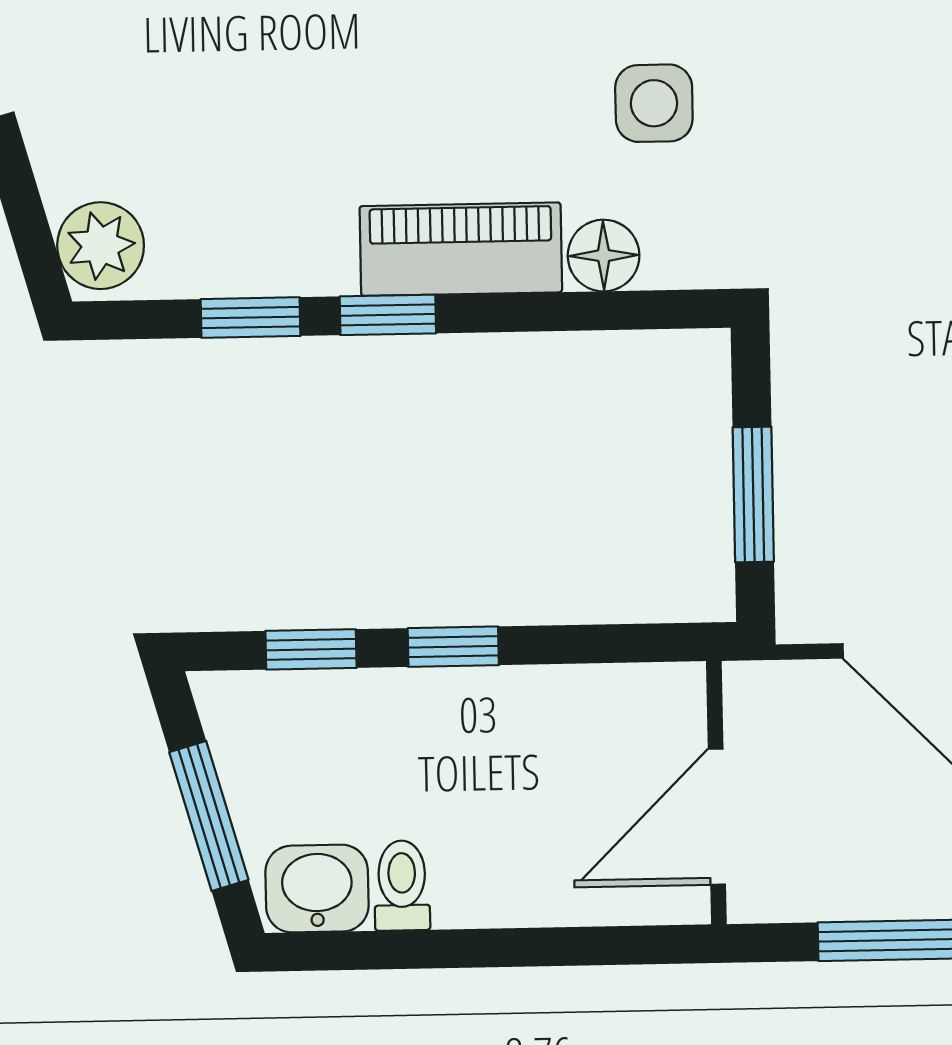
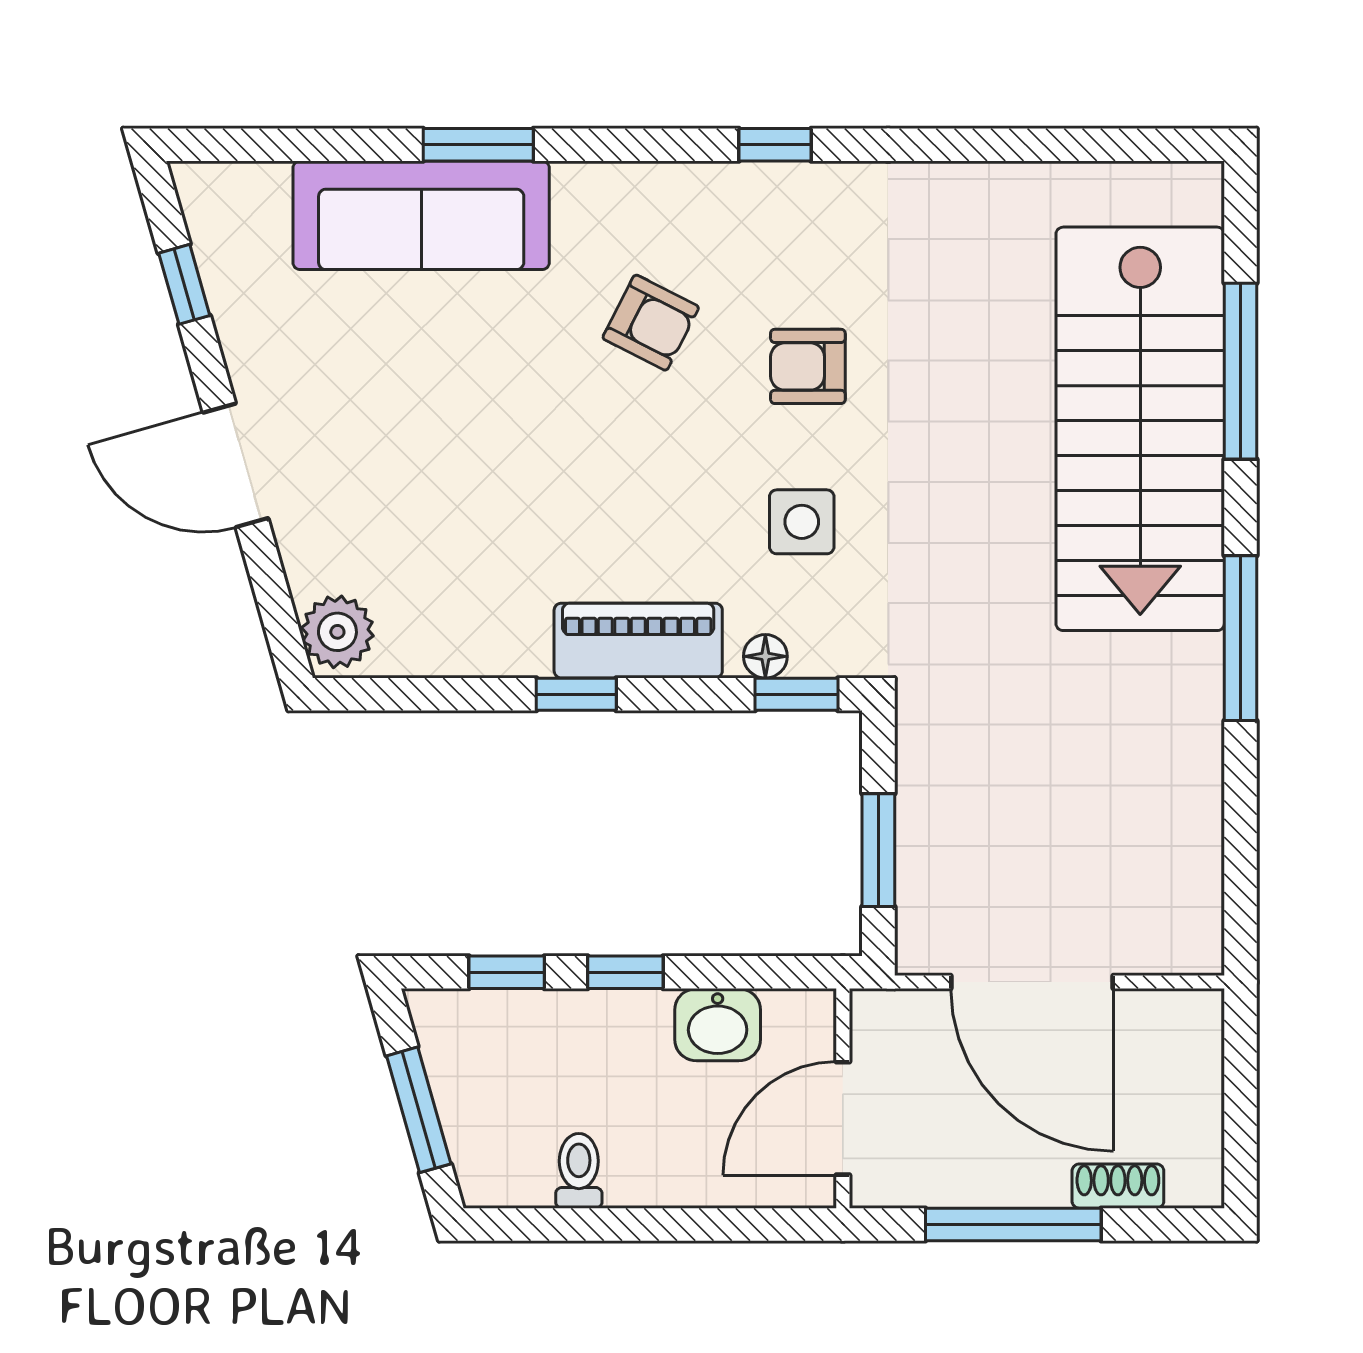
floor lamp: (604, 256) -> (765, 656), width x0.73, depth x0.73
window: (251, 318) -> (797, 694), moved
washbasin: (317, 889) -> (718, 1025), moved, turned 180

